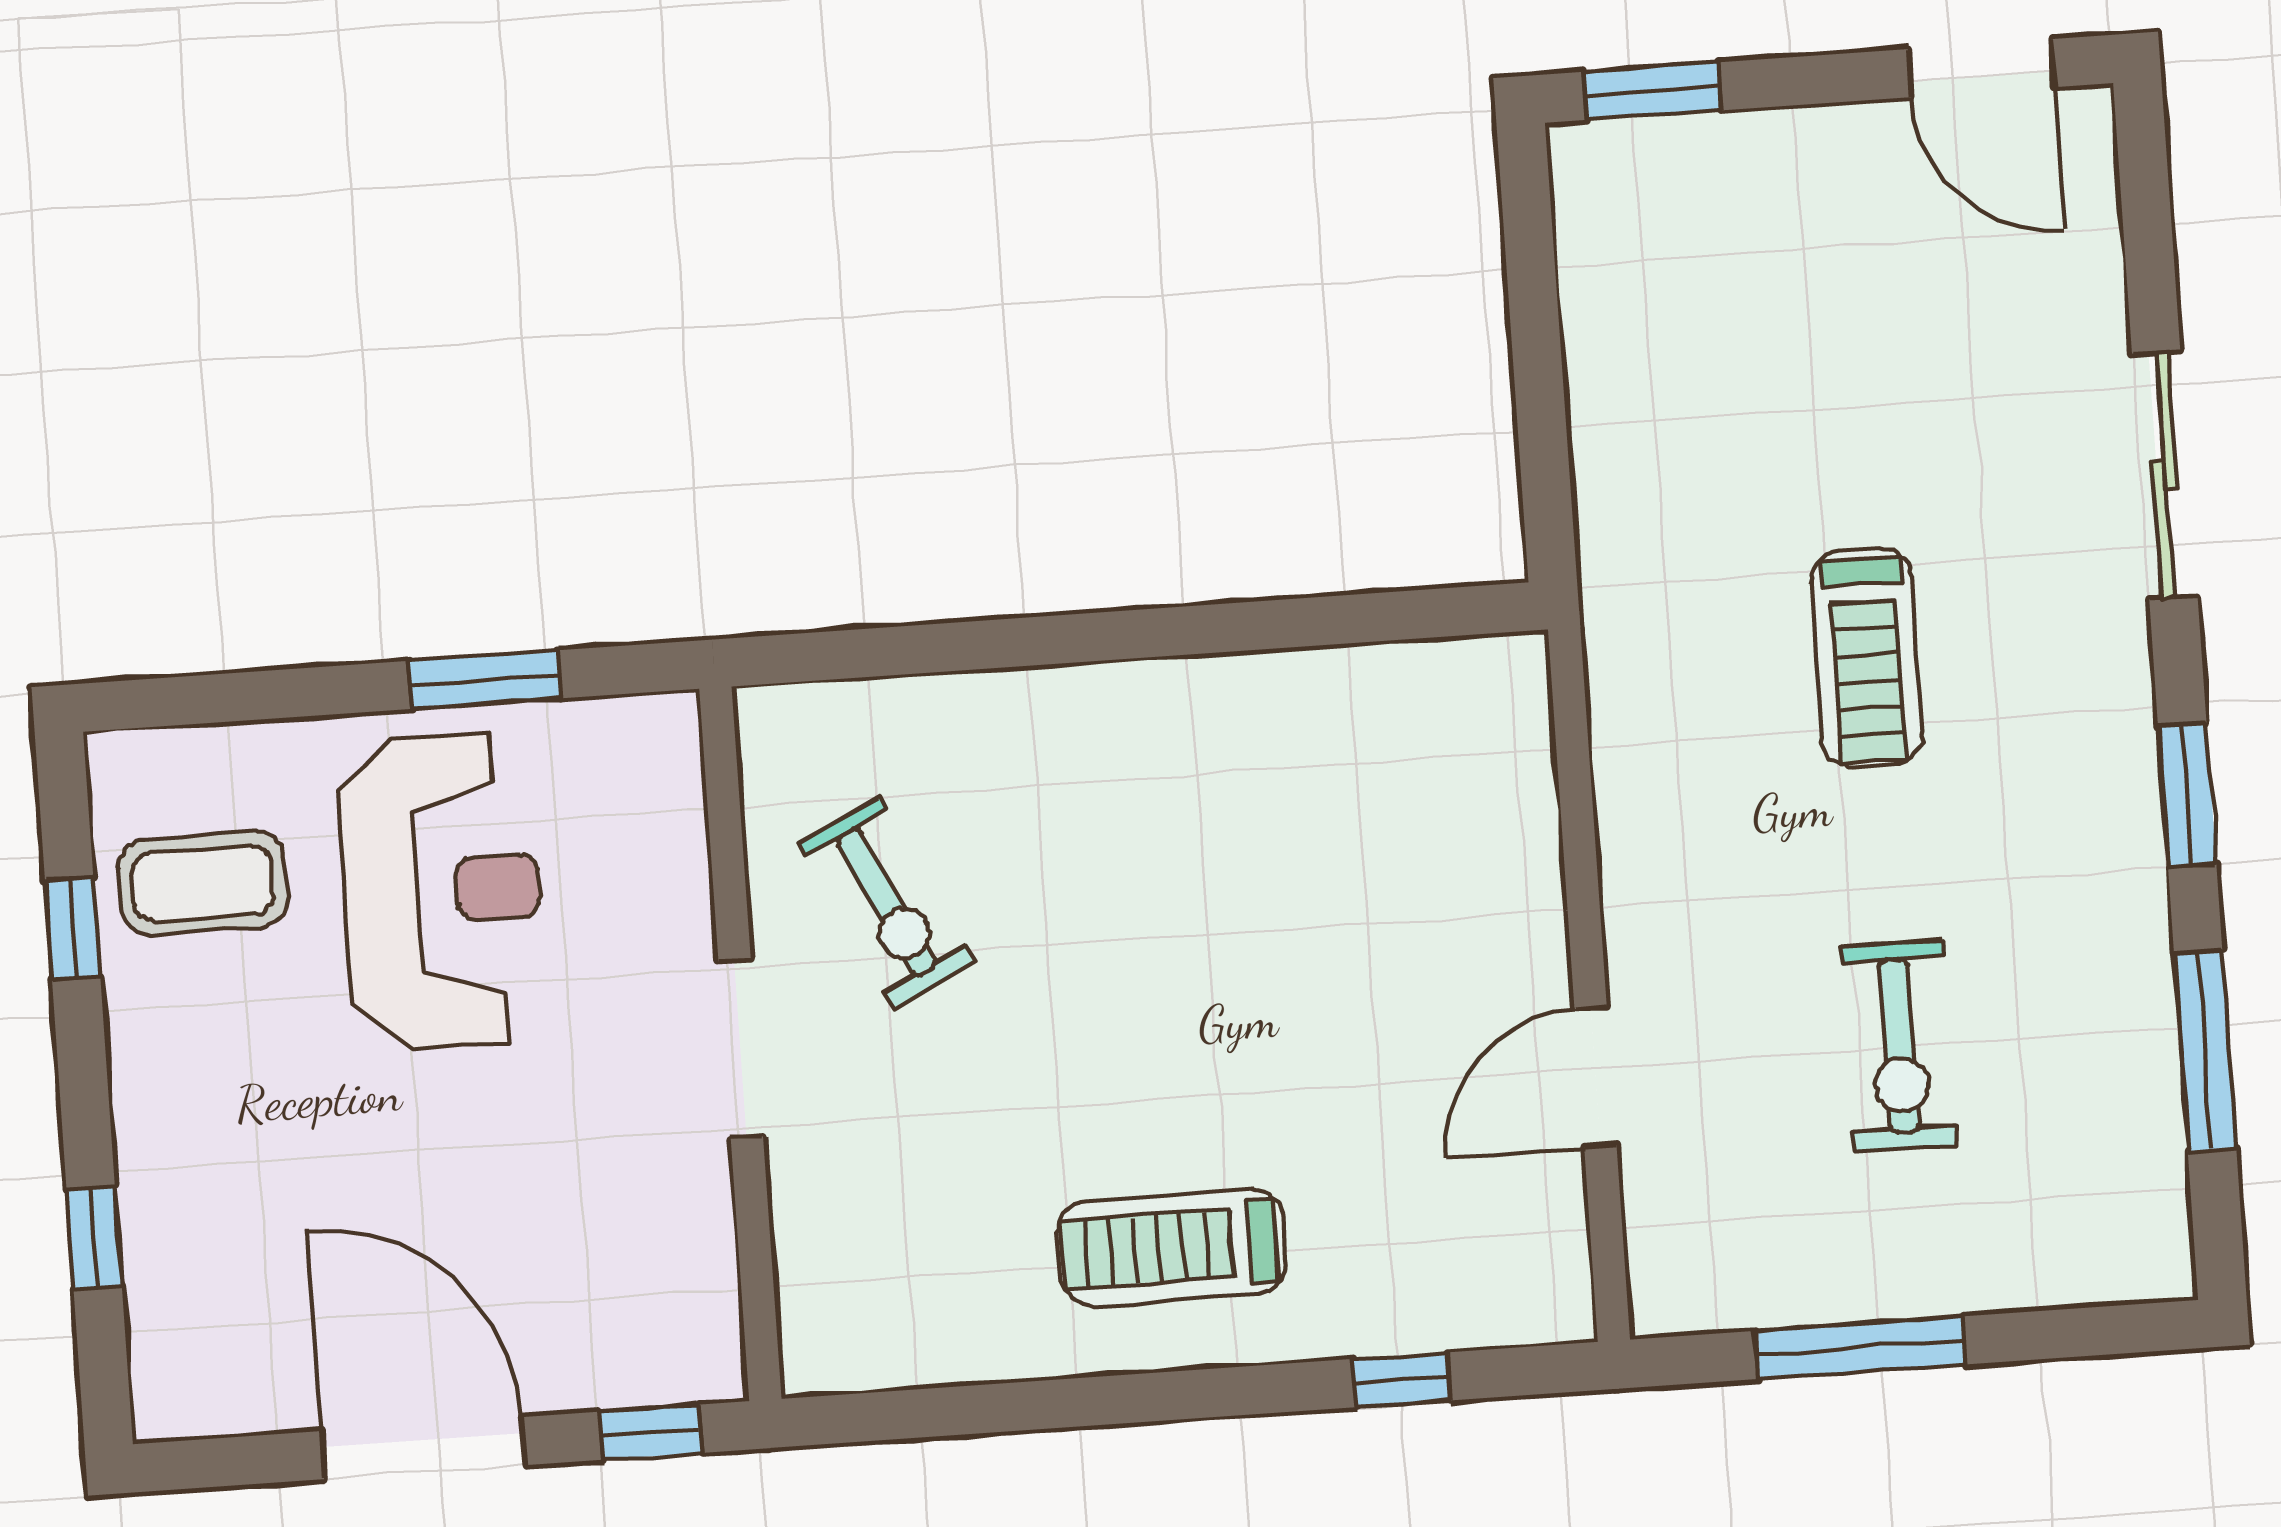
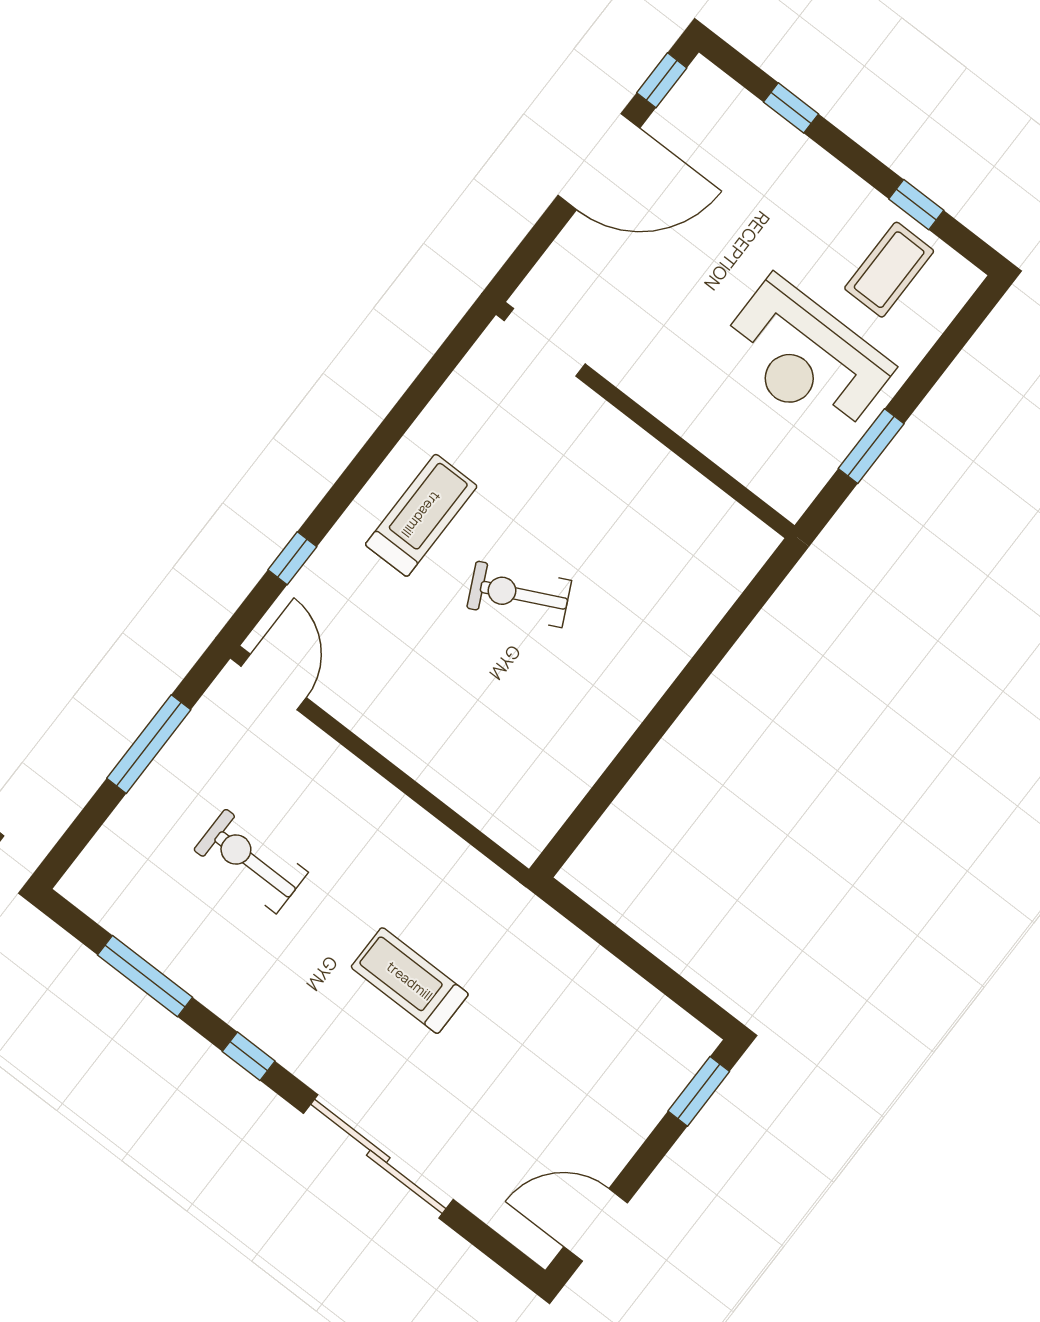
sliding door: (2165, 475) -> (378, 1156), width x1.36
window: (2187, 795) -> (249, 1056), width x0.67
exercise bike: (886, 902) -> (519, 594), moved
doorway: (741, 1049) -> (545, 342), moved
door: (1595, 1077) -> (274, 682), moved
window: (651, 1432) -> (662, 80), moved

